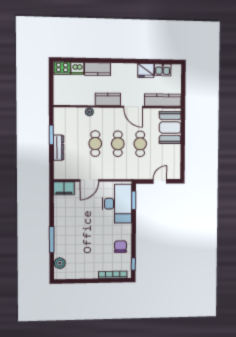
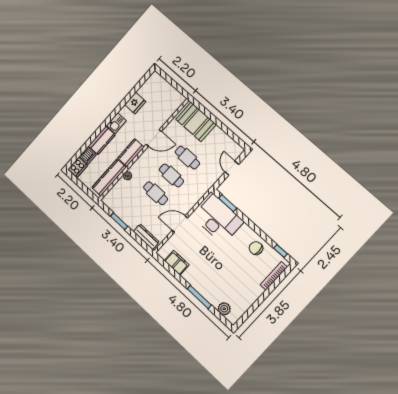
kitchen sink: (163, 70) -> (116, 123), moved
kitchen counter: (163, 100) -> (109, 178), moved
dresser: (59, 148) -> (146, 237), moved
door: (89, 180) -> (180, 224), swing flipped
filing cabinet: (64, 188) -> (177, 263), moved, turned -90

